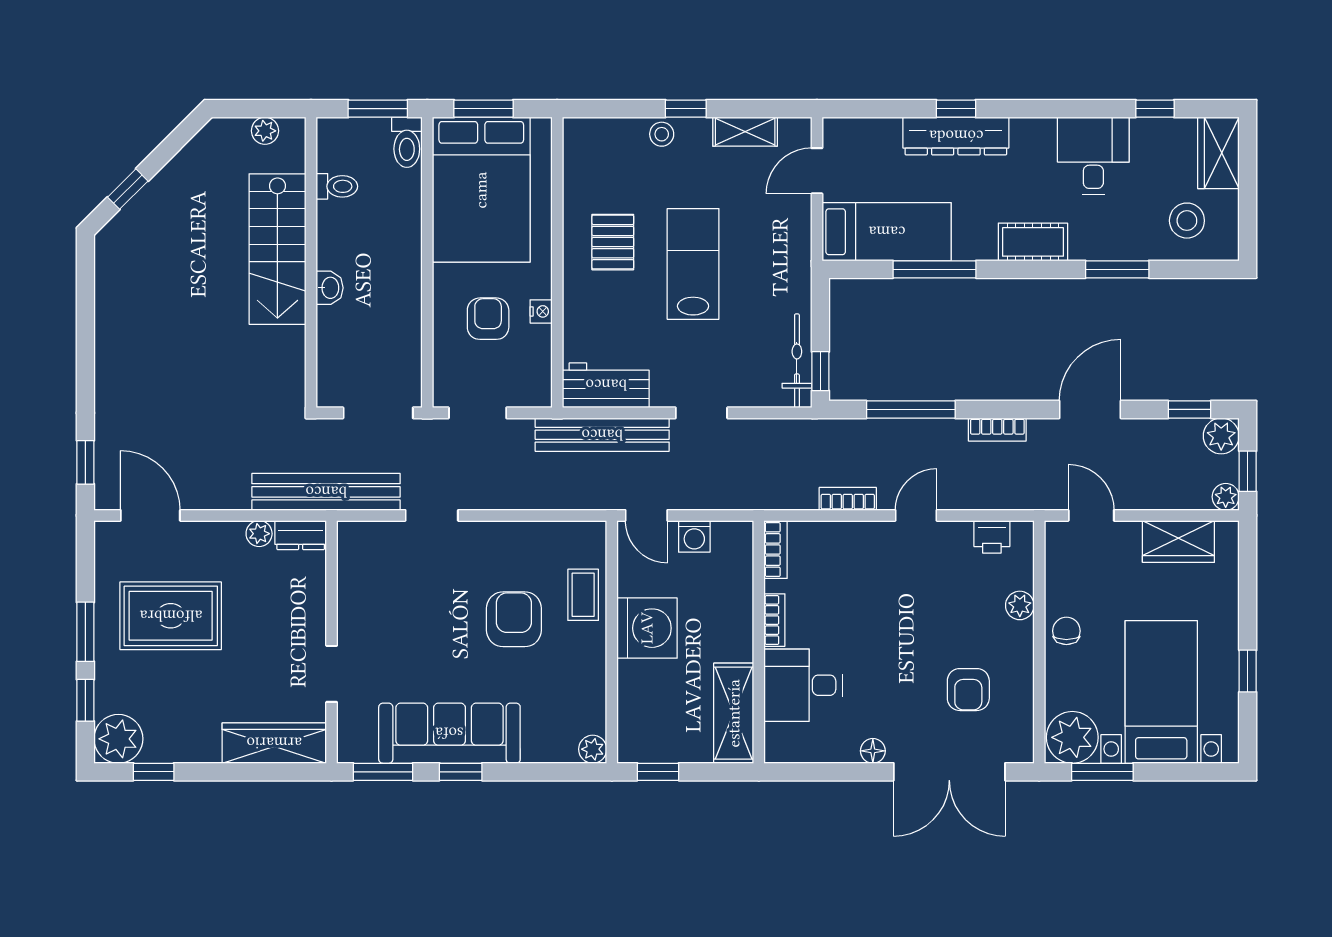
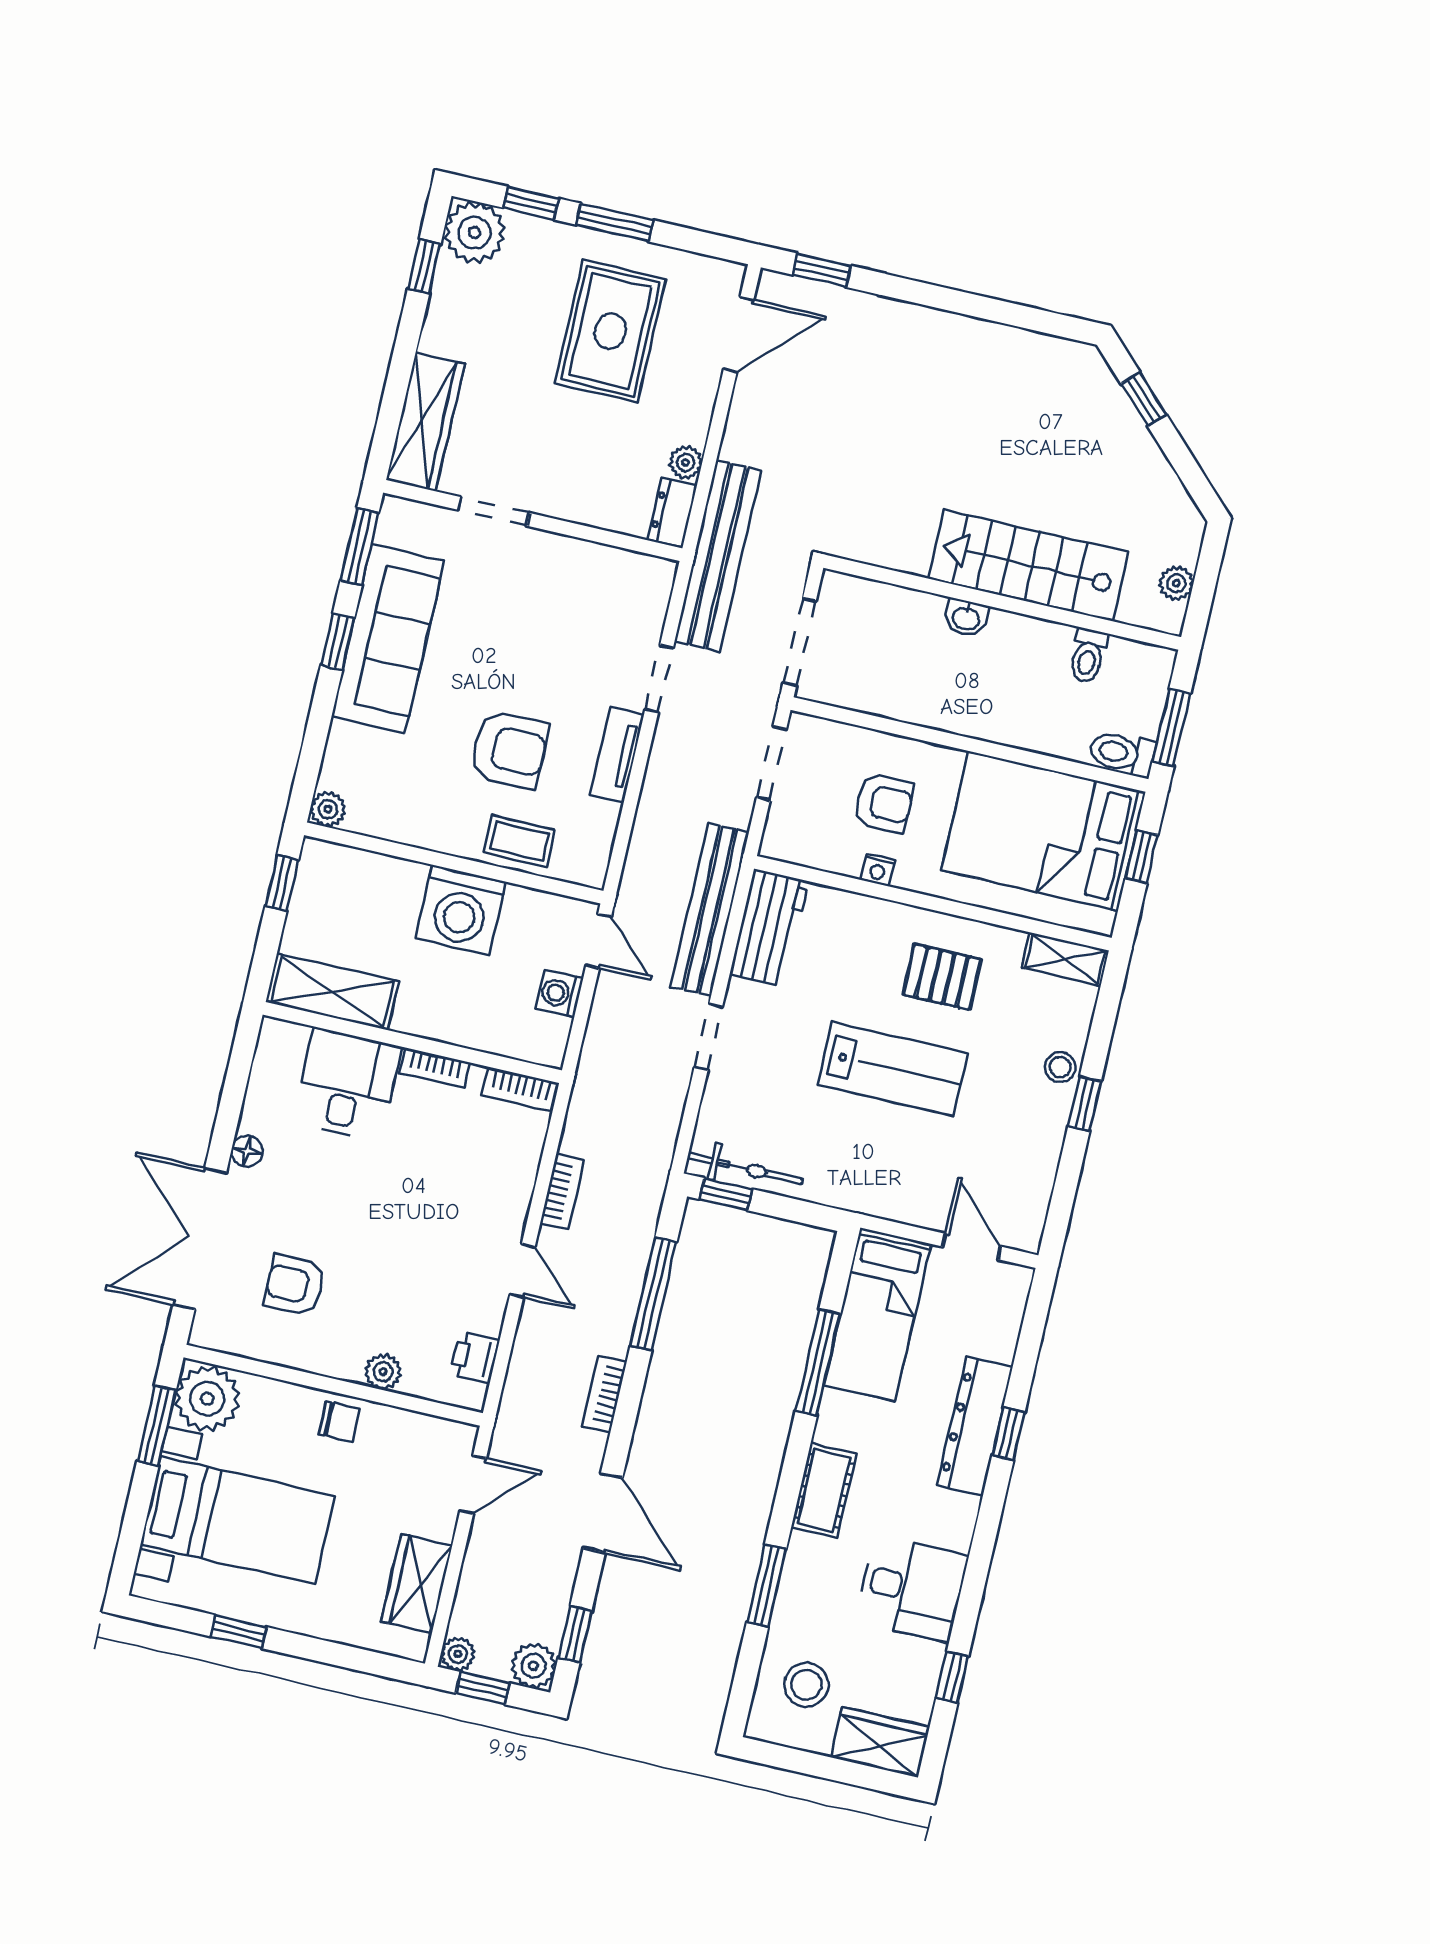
window: (484, 109) -> (1142, 857), width x0.67
shelving: (745, 132) -> (1065, 959), moved, turned 90
door: (646, 515) -> (599, 941), swing flipped
tv unit: (498, 534) -> (617, 755), added

